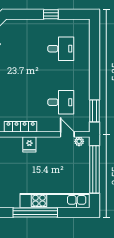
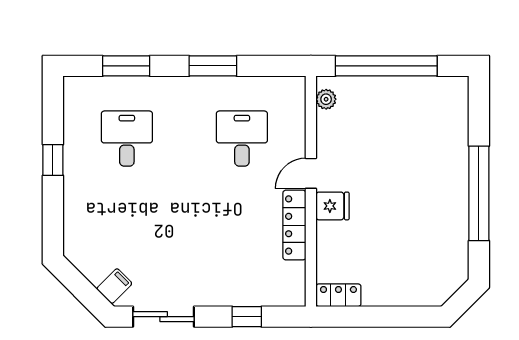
window: (95, 48) -> (126, 66), added
window: (95, 111) -> (213, 66), moved
door: (67, 134) -> (311, 173), moved
kitchen unit: (55, 201) -> (453, 151), removed

